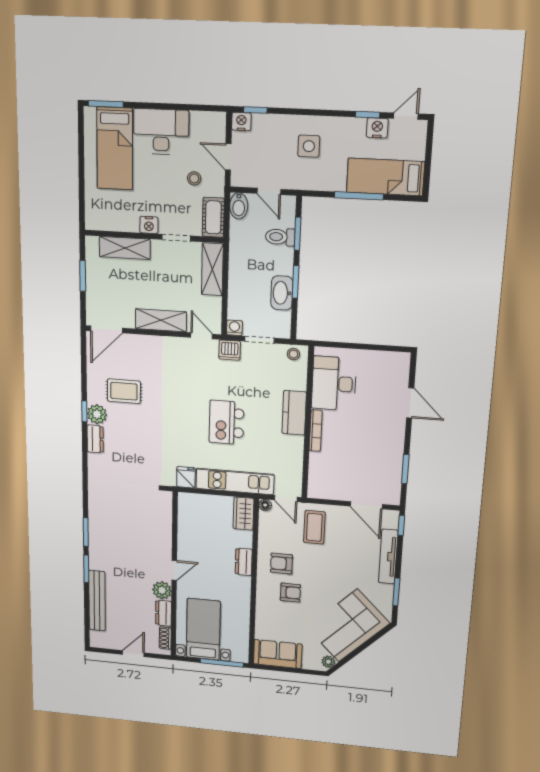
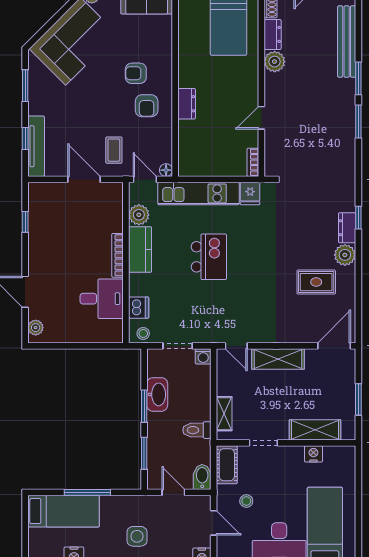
nightstand: (149, 225) -> (313, 454), moved
toilet: (280, 237) -> (197, 430), moved, turned 180
shelving: (212, 269) -> (224, 414), width x0.67, depth x0.75
dishwasher: (230, 350) -> (139, 308), moved, turned 90
plant: (402, 367) -> (36, 328), added
desk: (334, 384) -> (102, 299), width x0.73
window: (84, 411) -> (358, 218), moved
kitchen counter: (294, 413) -> (140, 250), moved
plant: (293, 467) -> (139, 215), added
window: (405, 469) -> (25, 222), width x0.67
bookcase: (183, 505) -> (253, 162), added
door: (366, 505) -> (84, 179), moved
wardrobe: (244, 514) -> (188, 158), removed
window: (401, 525) -> (25, 139), moved
coffee table: (314, 527) -> (114, 150), width x0.73, depth x0.77
tv unit: (388, 557) -> (36, 146), moved
armchair: (281, 563) -> (147, 106), turned 90
door: (174, 570) -> (261, 118), moved

